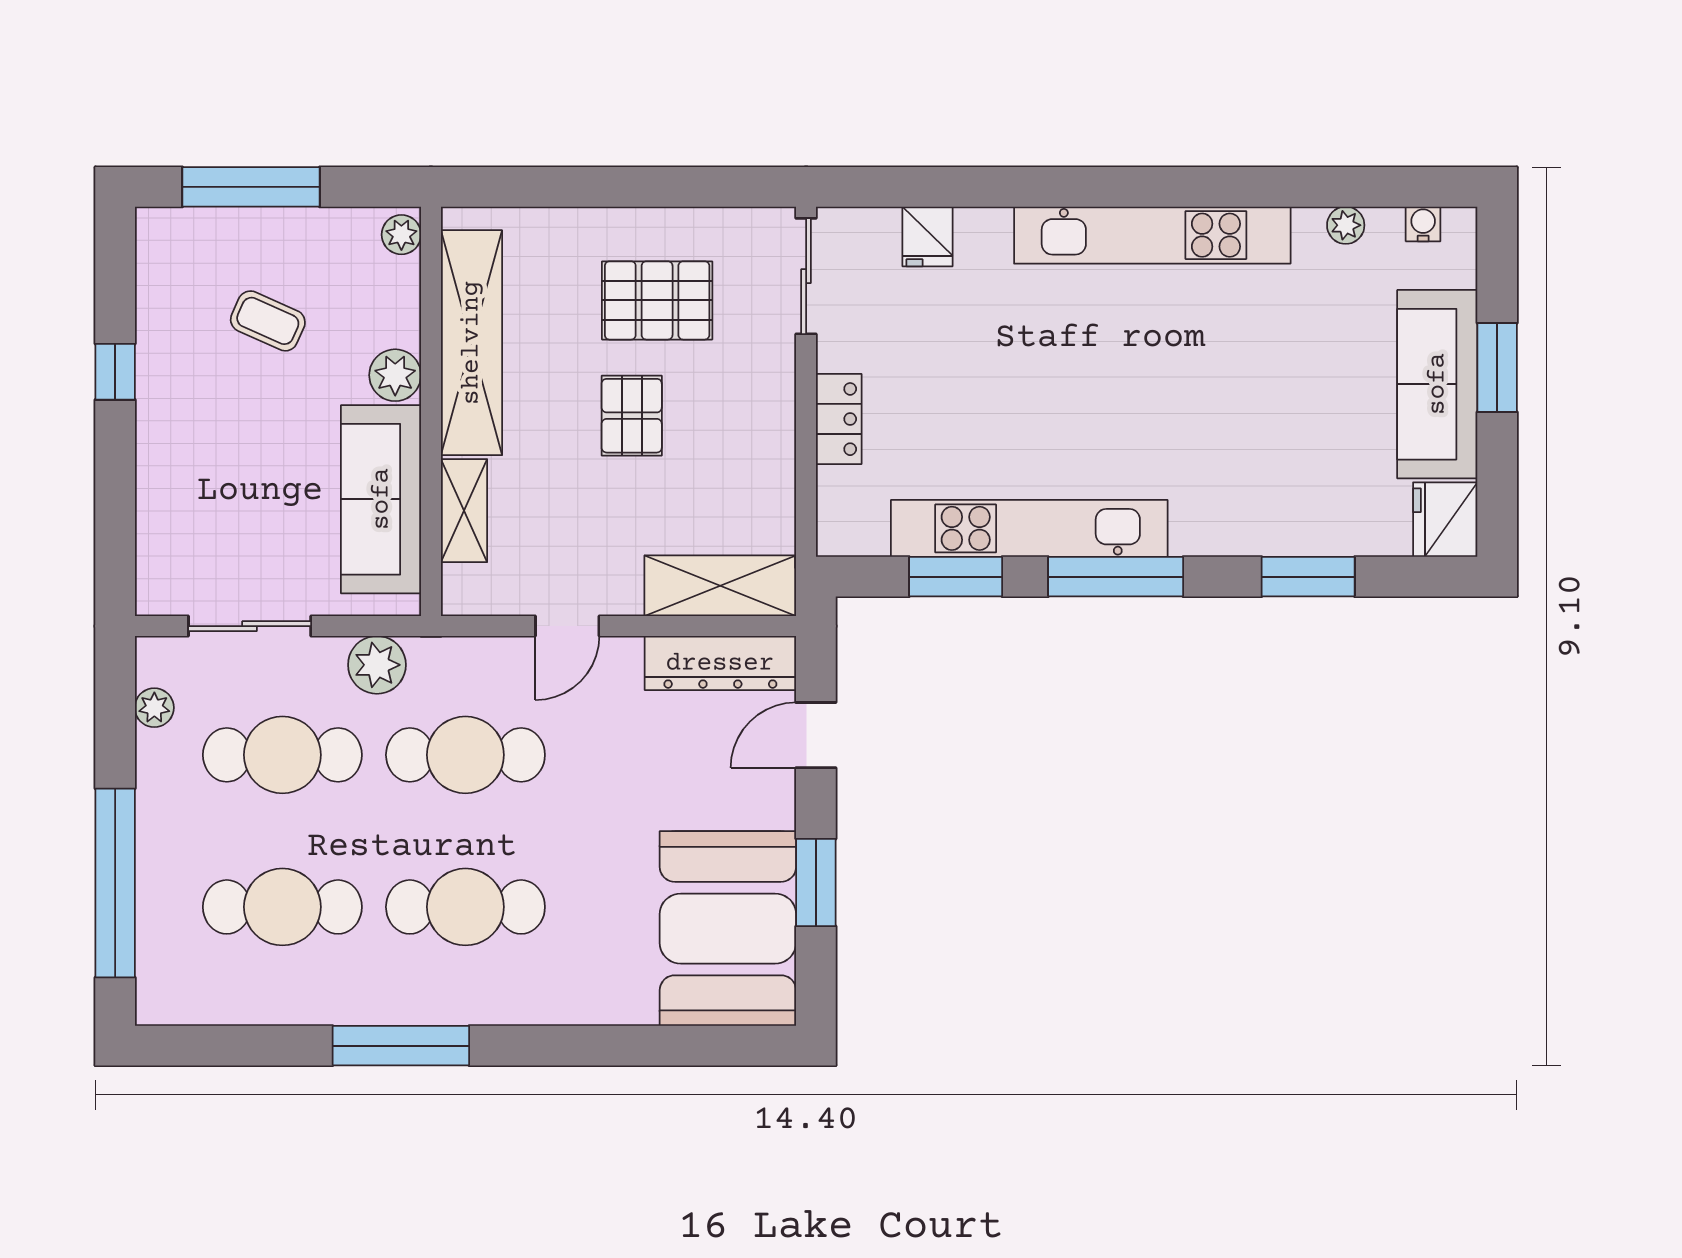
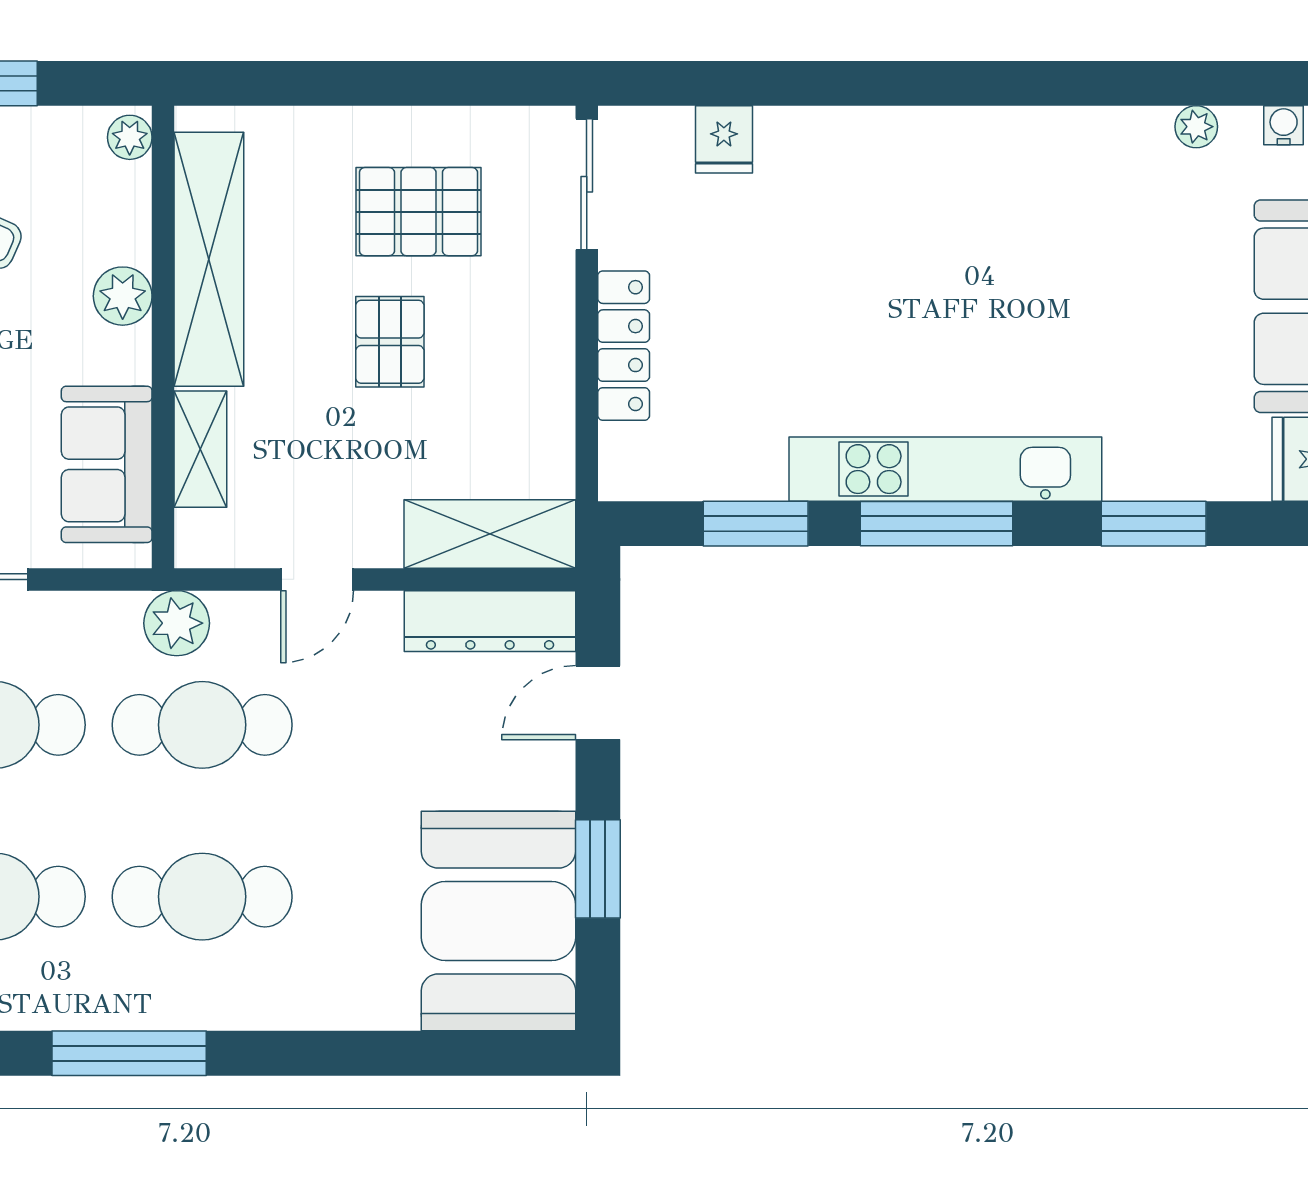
kitchen unit: (1152, 235) -> (978, 138), removed
locker: (839, 419) -> (624, 346), width x1.53
sofa: (381, 499) -> (107, 464), width x0.73
kitchen unit: (1029, 528) -> (945, 469), moved
plant: (377, 665) -> (177, 623), moved

